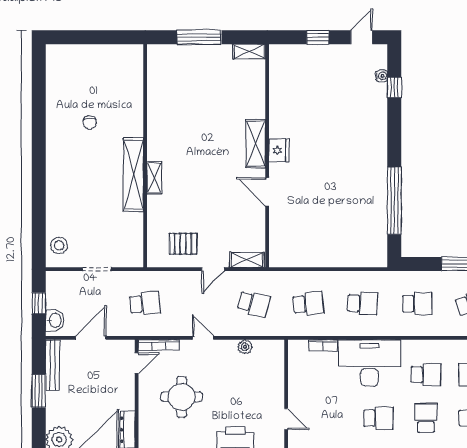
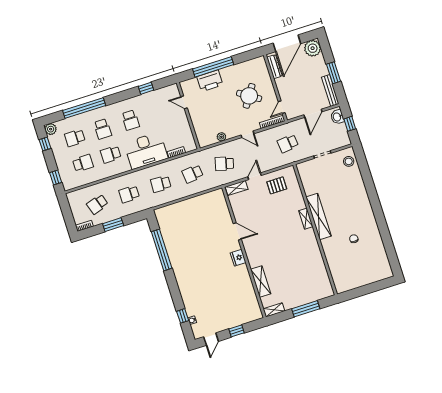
shelving: (256, 144) -> (261, 282), moved
round table: (182, 397) -> (249, 96), turned 33
school desk: (378, 418) -> (130, 120), turned -90

